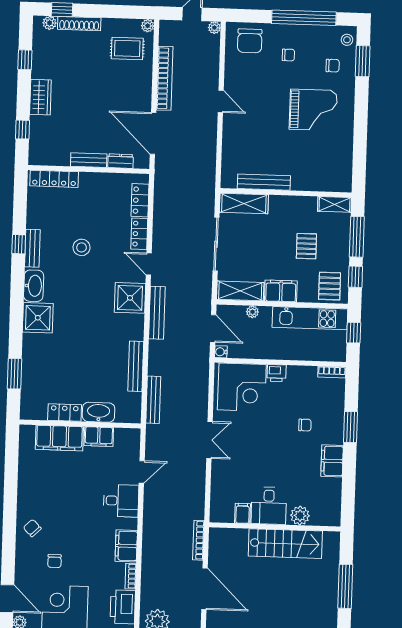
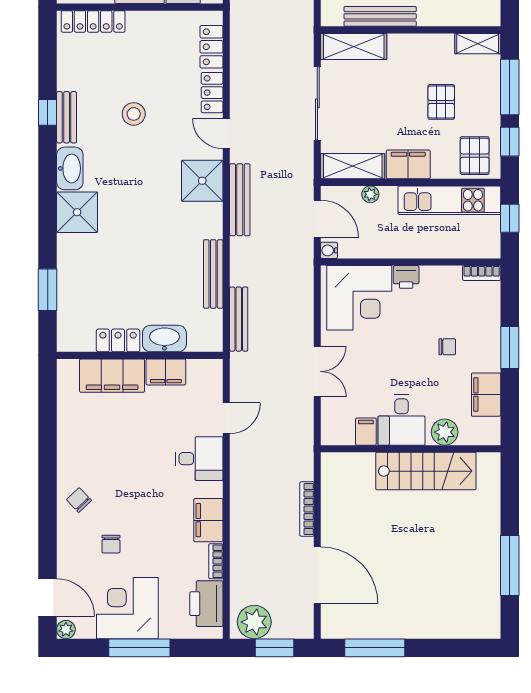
desk: (269, 506) -> (402, 420), moved
filing cabinet: (243, 513) -> (366, 432), moved
plant: (300, 516) -> (445, 432), moved
wall: (275, 527) -> (411, 449), moved
stairs: (285, 544) -> (426, 471), moved

